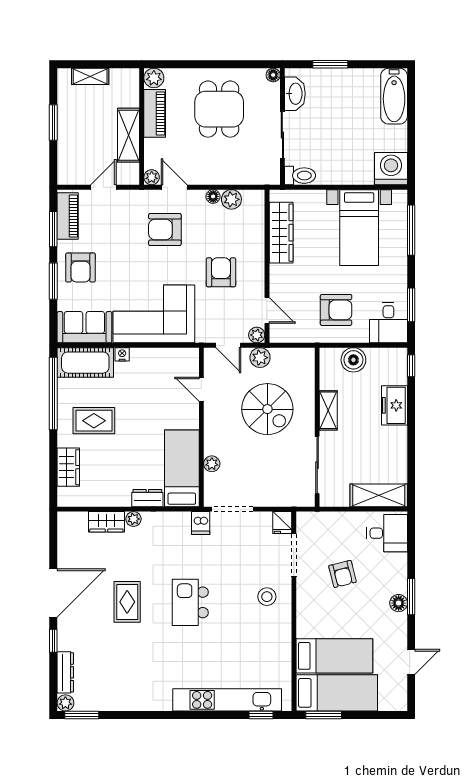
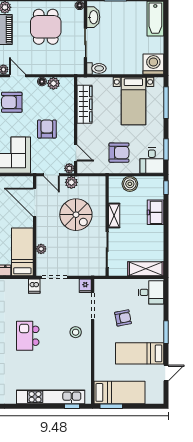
door: (201, 389) -> (35, 202), width x1.87
armchair: (343, 574) -> (123, 318), turned -87
floor lamp: (399, 603) -> (158, 336), removed
bed: (334, 656) -> (140, 353), moved, turned 180

